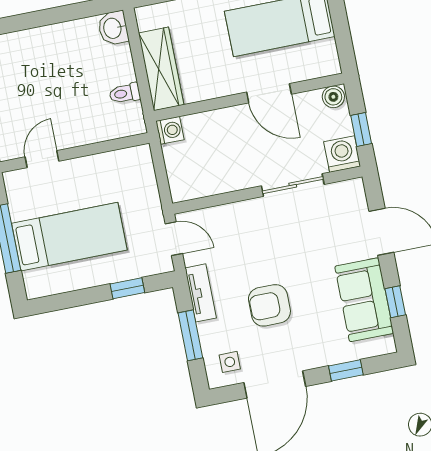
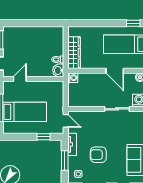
washbasin: (113, 28) -> (58, 70), moved

